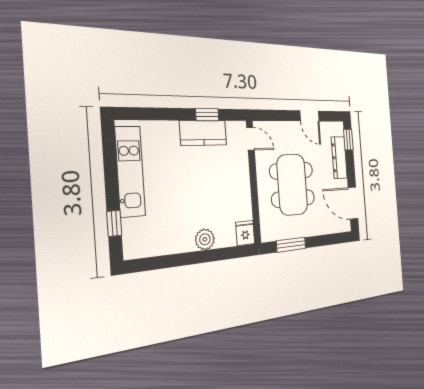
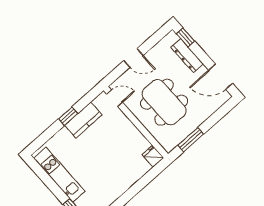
window: (207, 115) -> (68, 116), moved
door: (309, 116) -> (133, 58), moved
plant: (205, 239) -> (129, 179), removed

